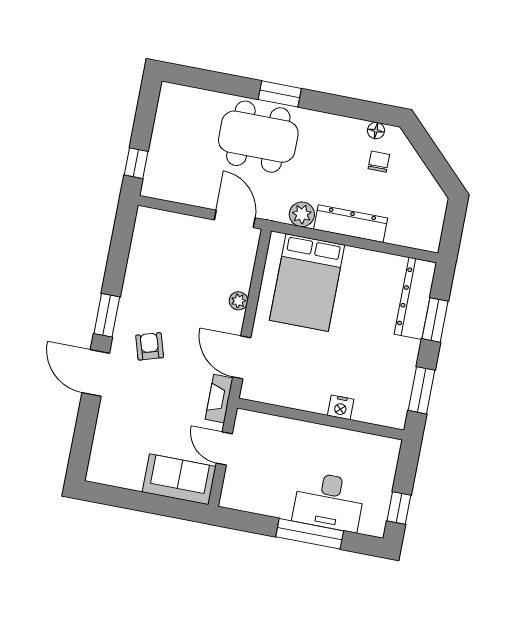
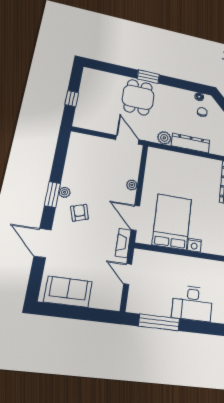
dining table: (258, 137) -> (138, 97), width x0.73
window: (136, 163) -> (72, 99), moved
bed: (307, 283) -> (172, 222), moved, turned 180
plant: (126, 312) -> (65, 192), added
door: (96, 373) -> (43, 243), moved
sofa: (179, 479) -> (68, 292), moved
window: (310, 534) -> (159, 322), moved

